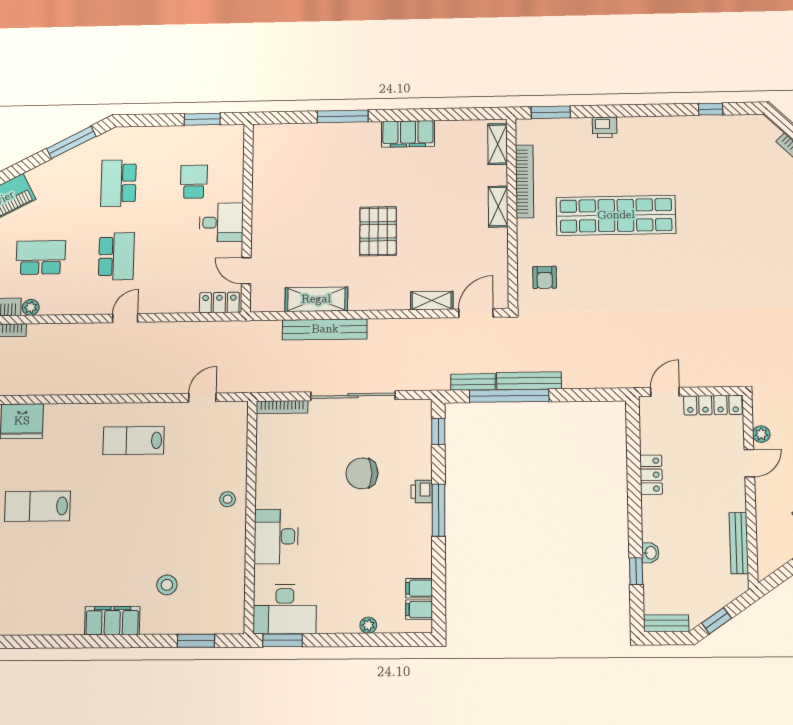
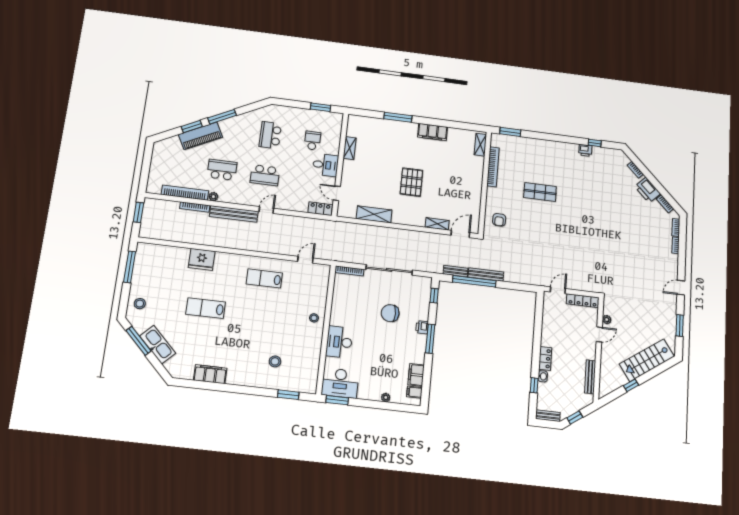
printer: (605, 127) -> (585, 150), moved
window: (71, 142) -> (222, 117), moved
shelving: (498, 207) -> (350, 148), moved
shop shelf: (616, 215) -> (540, 192), width x0.50, depth x0.74
school desk: (116, 256) -> (265, 175), turned 90
bench: (325, 329) -> (234, 214), moved
locker: (651, 475) -> (545, 358), moved
filing cabinet: (419, 588) -> (416, 375), width x2.00
filing cabinet: (112, 621) -> (210, 374), moved

